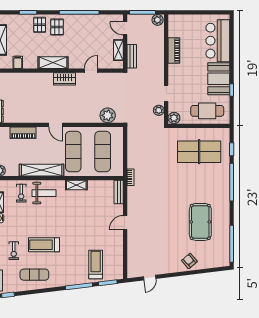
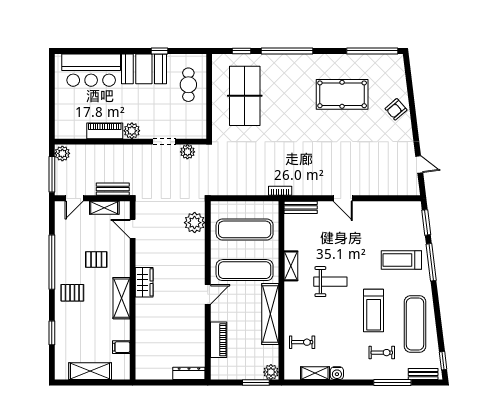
pallet: (40, 25) -> (96, 259), moved
door: (91, 71) -> (133, 229), moved
cafe table: (207, 111) -> (188, 85), width x0.73, depth x0.74
plant: (174, 118) -> (132, 131), moved
weight bench: (44, 193) -> (330, 282), moved, turned 90
treadmill: (96, 264) -> (401, 260), moved
exercise mat: (34, 275) -> (415, 324), width x1.36, depth x1.45

